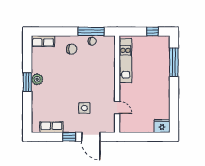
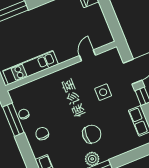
chair: (56, 87) -> (92, 134), added

